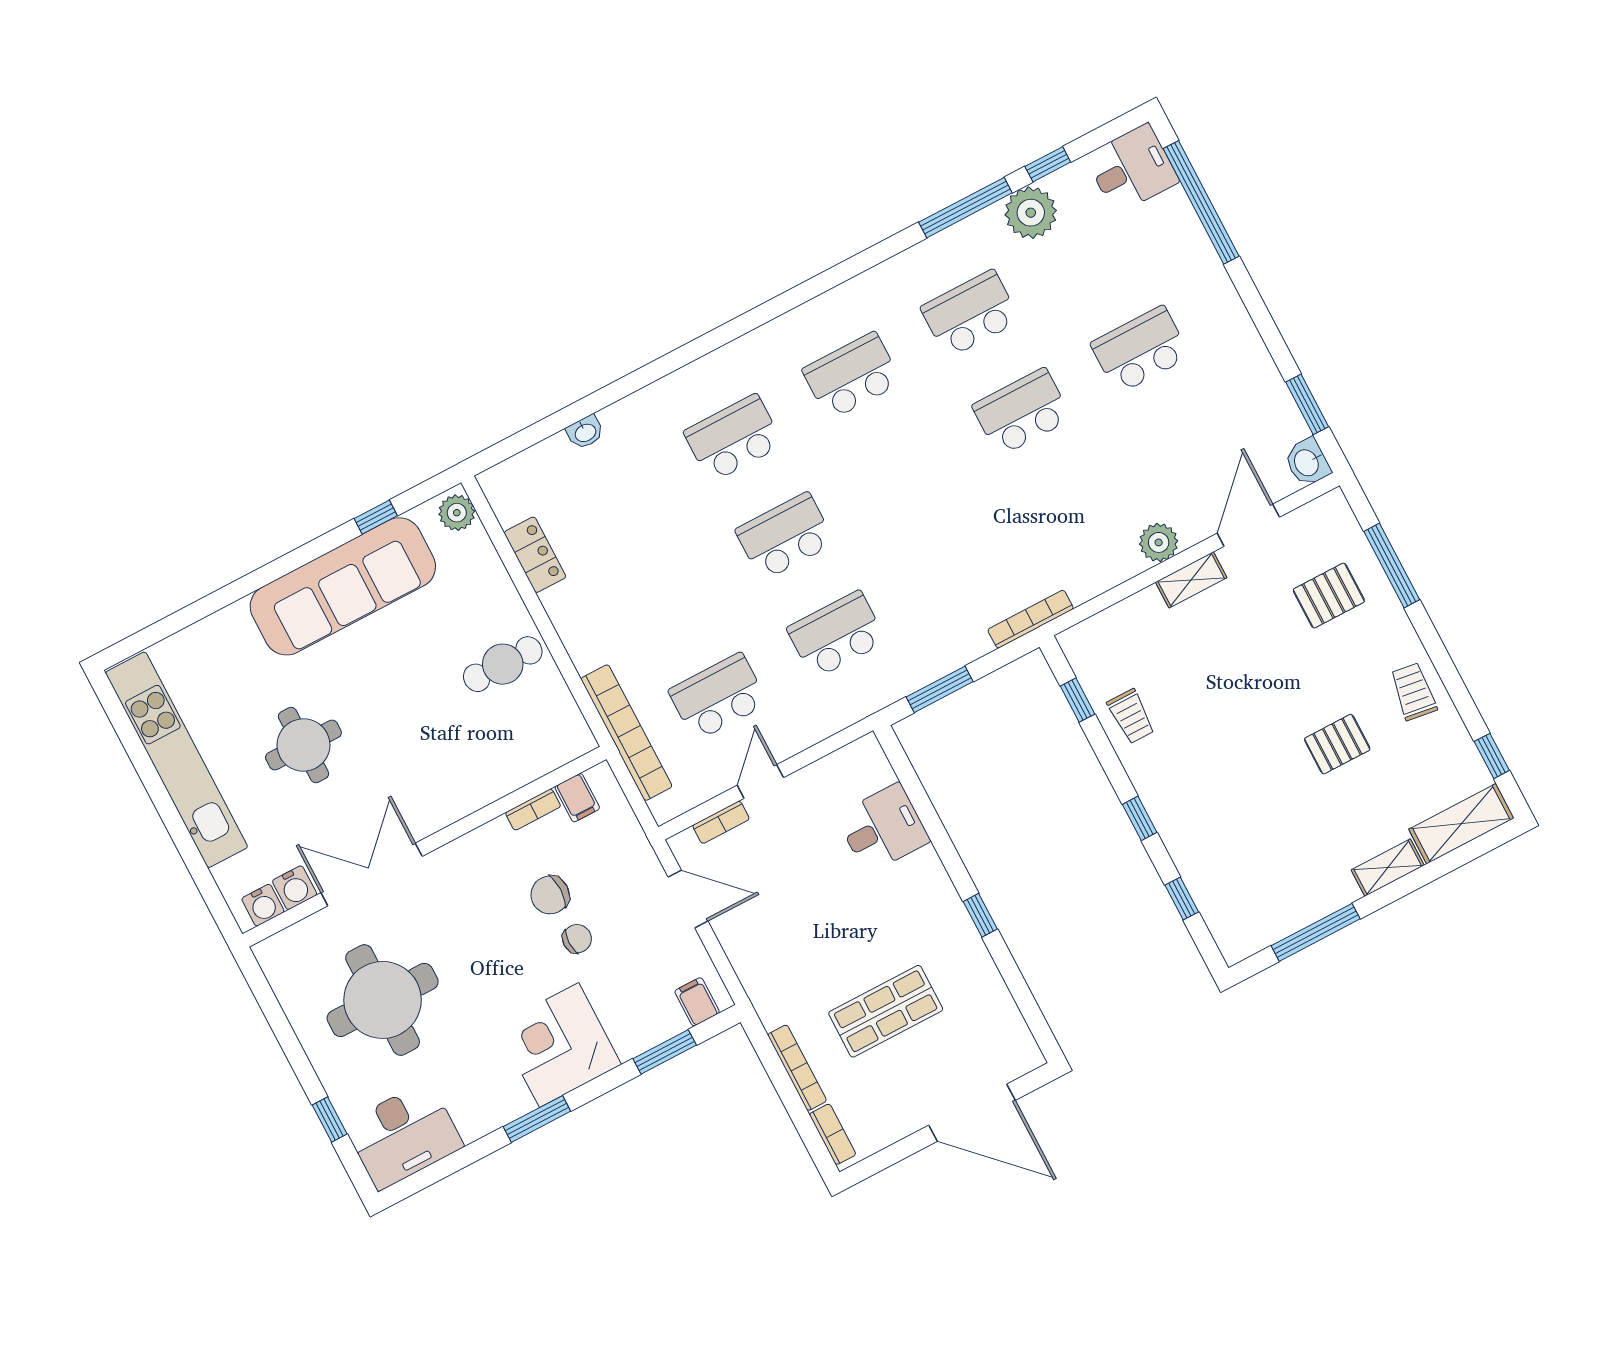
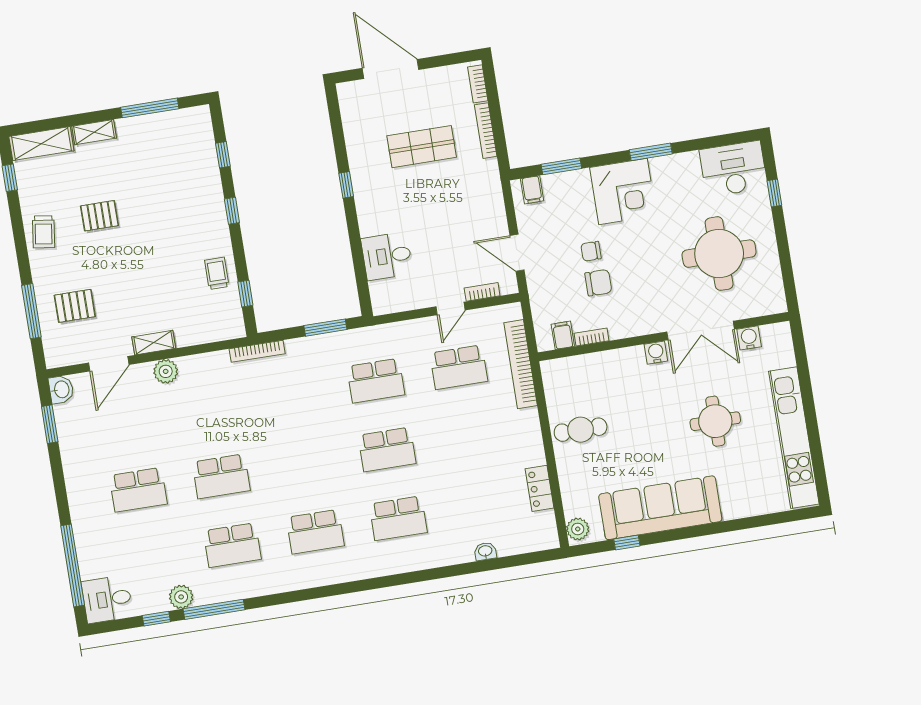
plant: (1031, 213) -> (181, 597), width x0.73, depth x0.73
water cooler: (263, 905) -> (656, 353), moved

